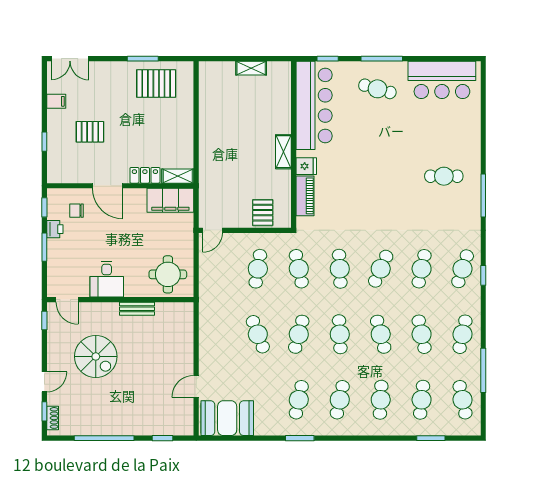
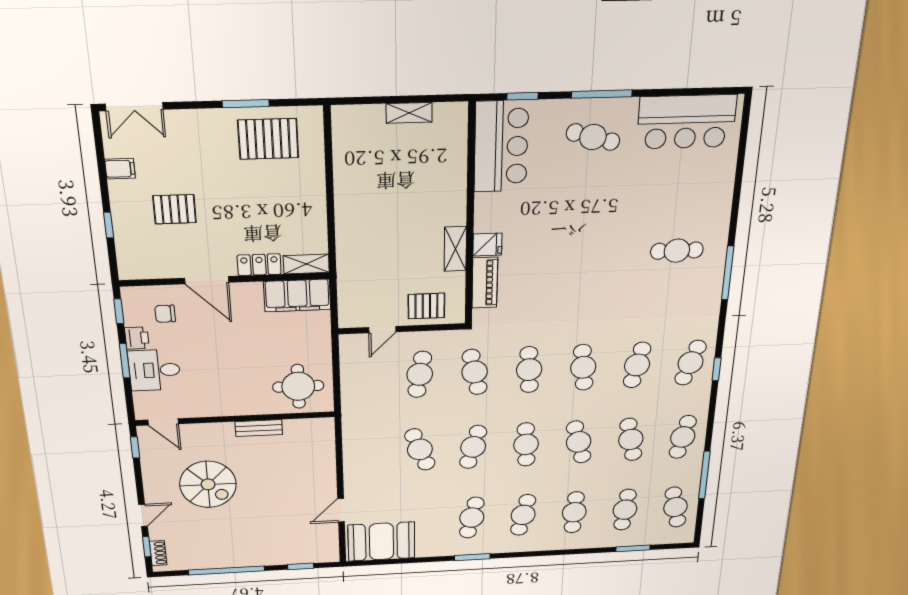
bar counter: (314, 105) -> (501, 146), width x0.73
shelving: (283, 152) -> (455, 249), moved
pallet: (263, 213) -> (426, 306), turned 90
door: (213, 230) -> (382, 330), moved
cafe table: (381, 269) -> (583, 367), turned -30
desk: (107, 279) -> (154, 370), moved, turned 90

